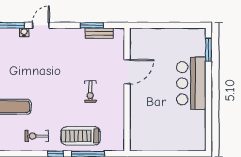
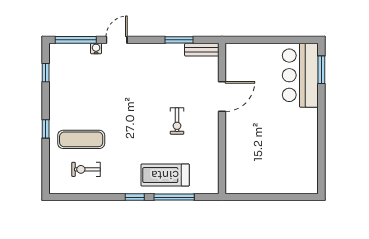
bench: (99, 33) -> (202, 50), moved
bar counter: (191, 83) -> (300, 75), moved
exercise bike: (37, 136) -> (86, 169), moved

